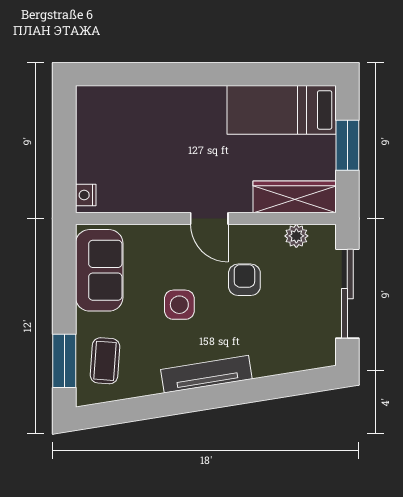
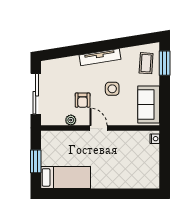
wardrobe: (295, 197) -> (60, 138), removed
plant: (296, 236) -> (71, 120), moved

